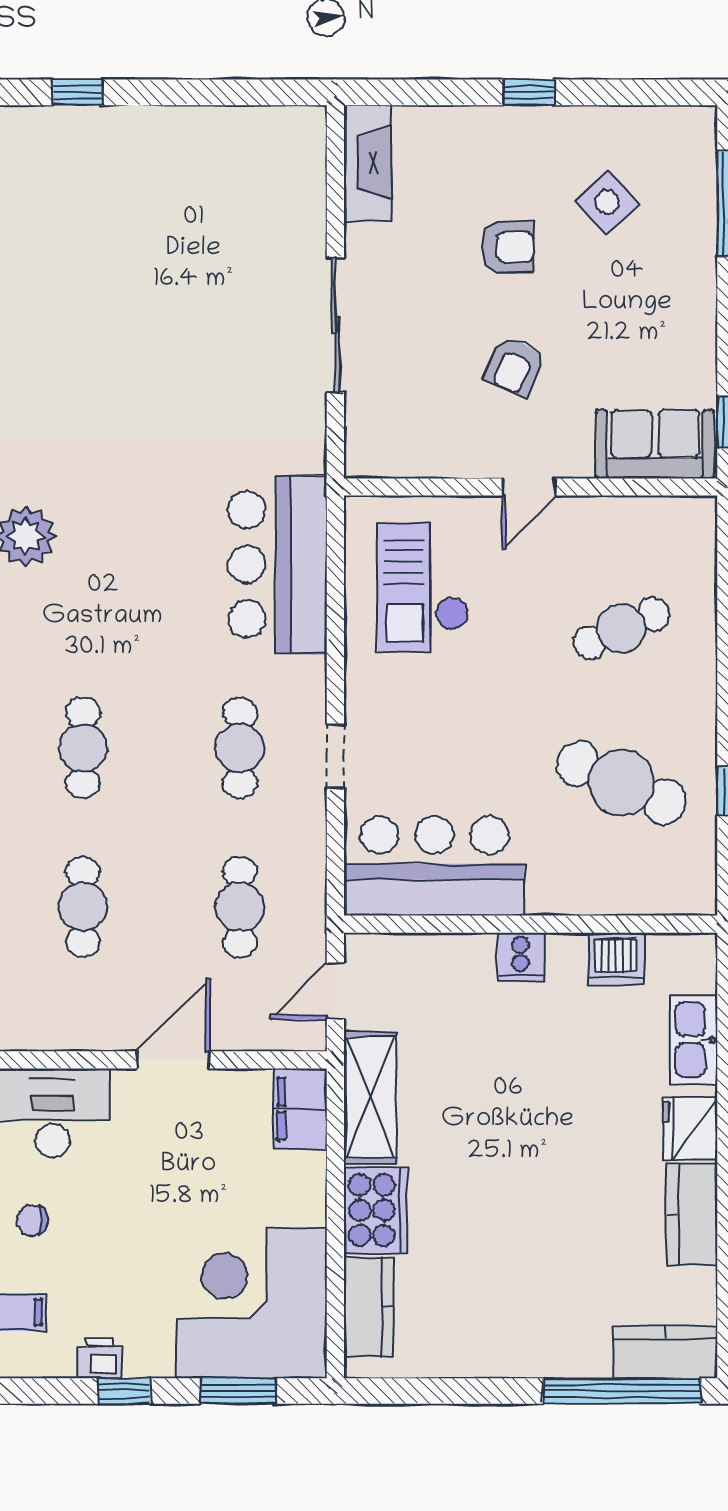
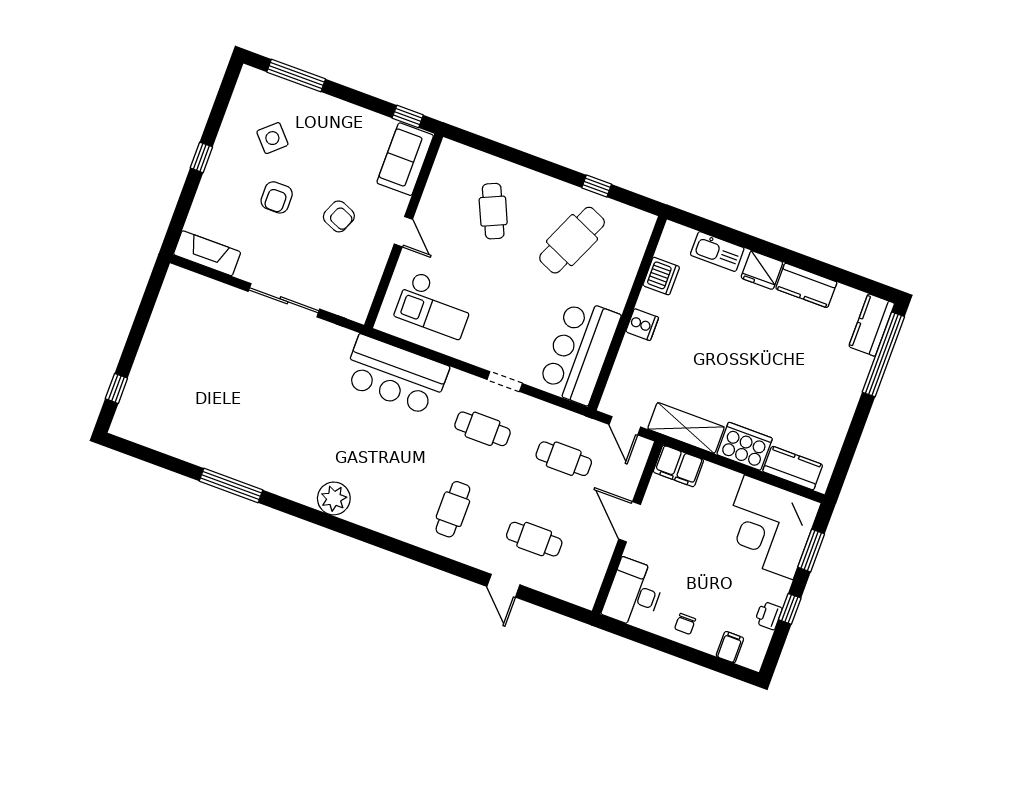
armchair: (508, 247) -> (277, 197), turned 180
cafe table: (83, 748) -> (453, 509), turned 90

